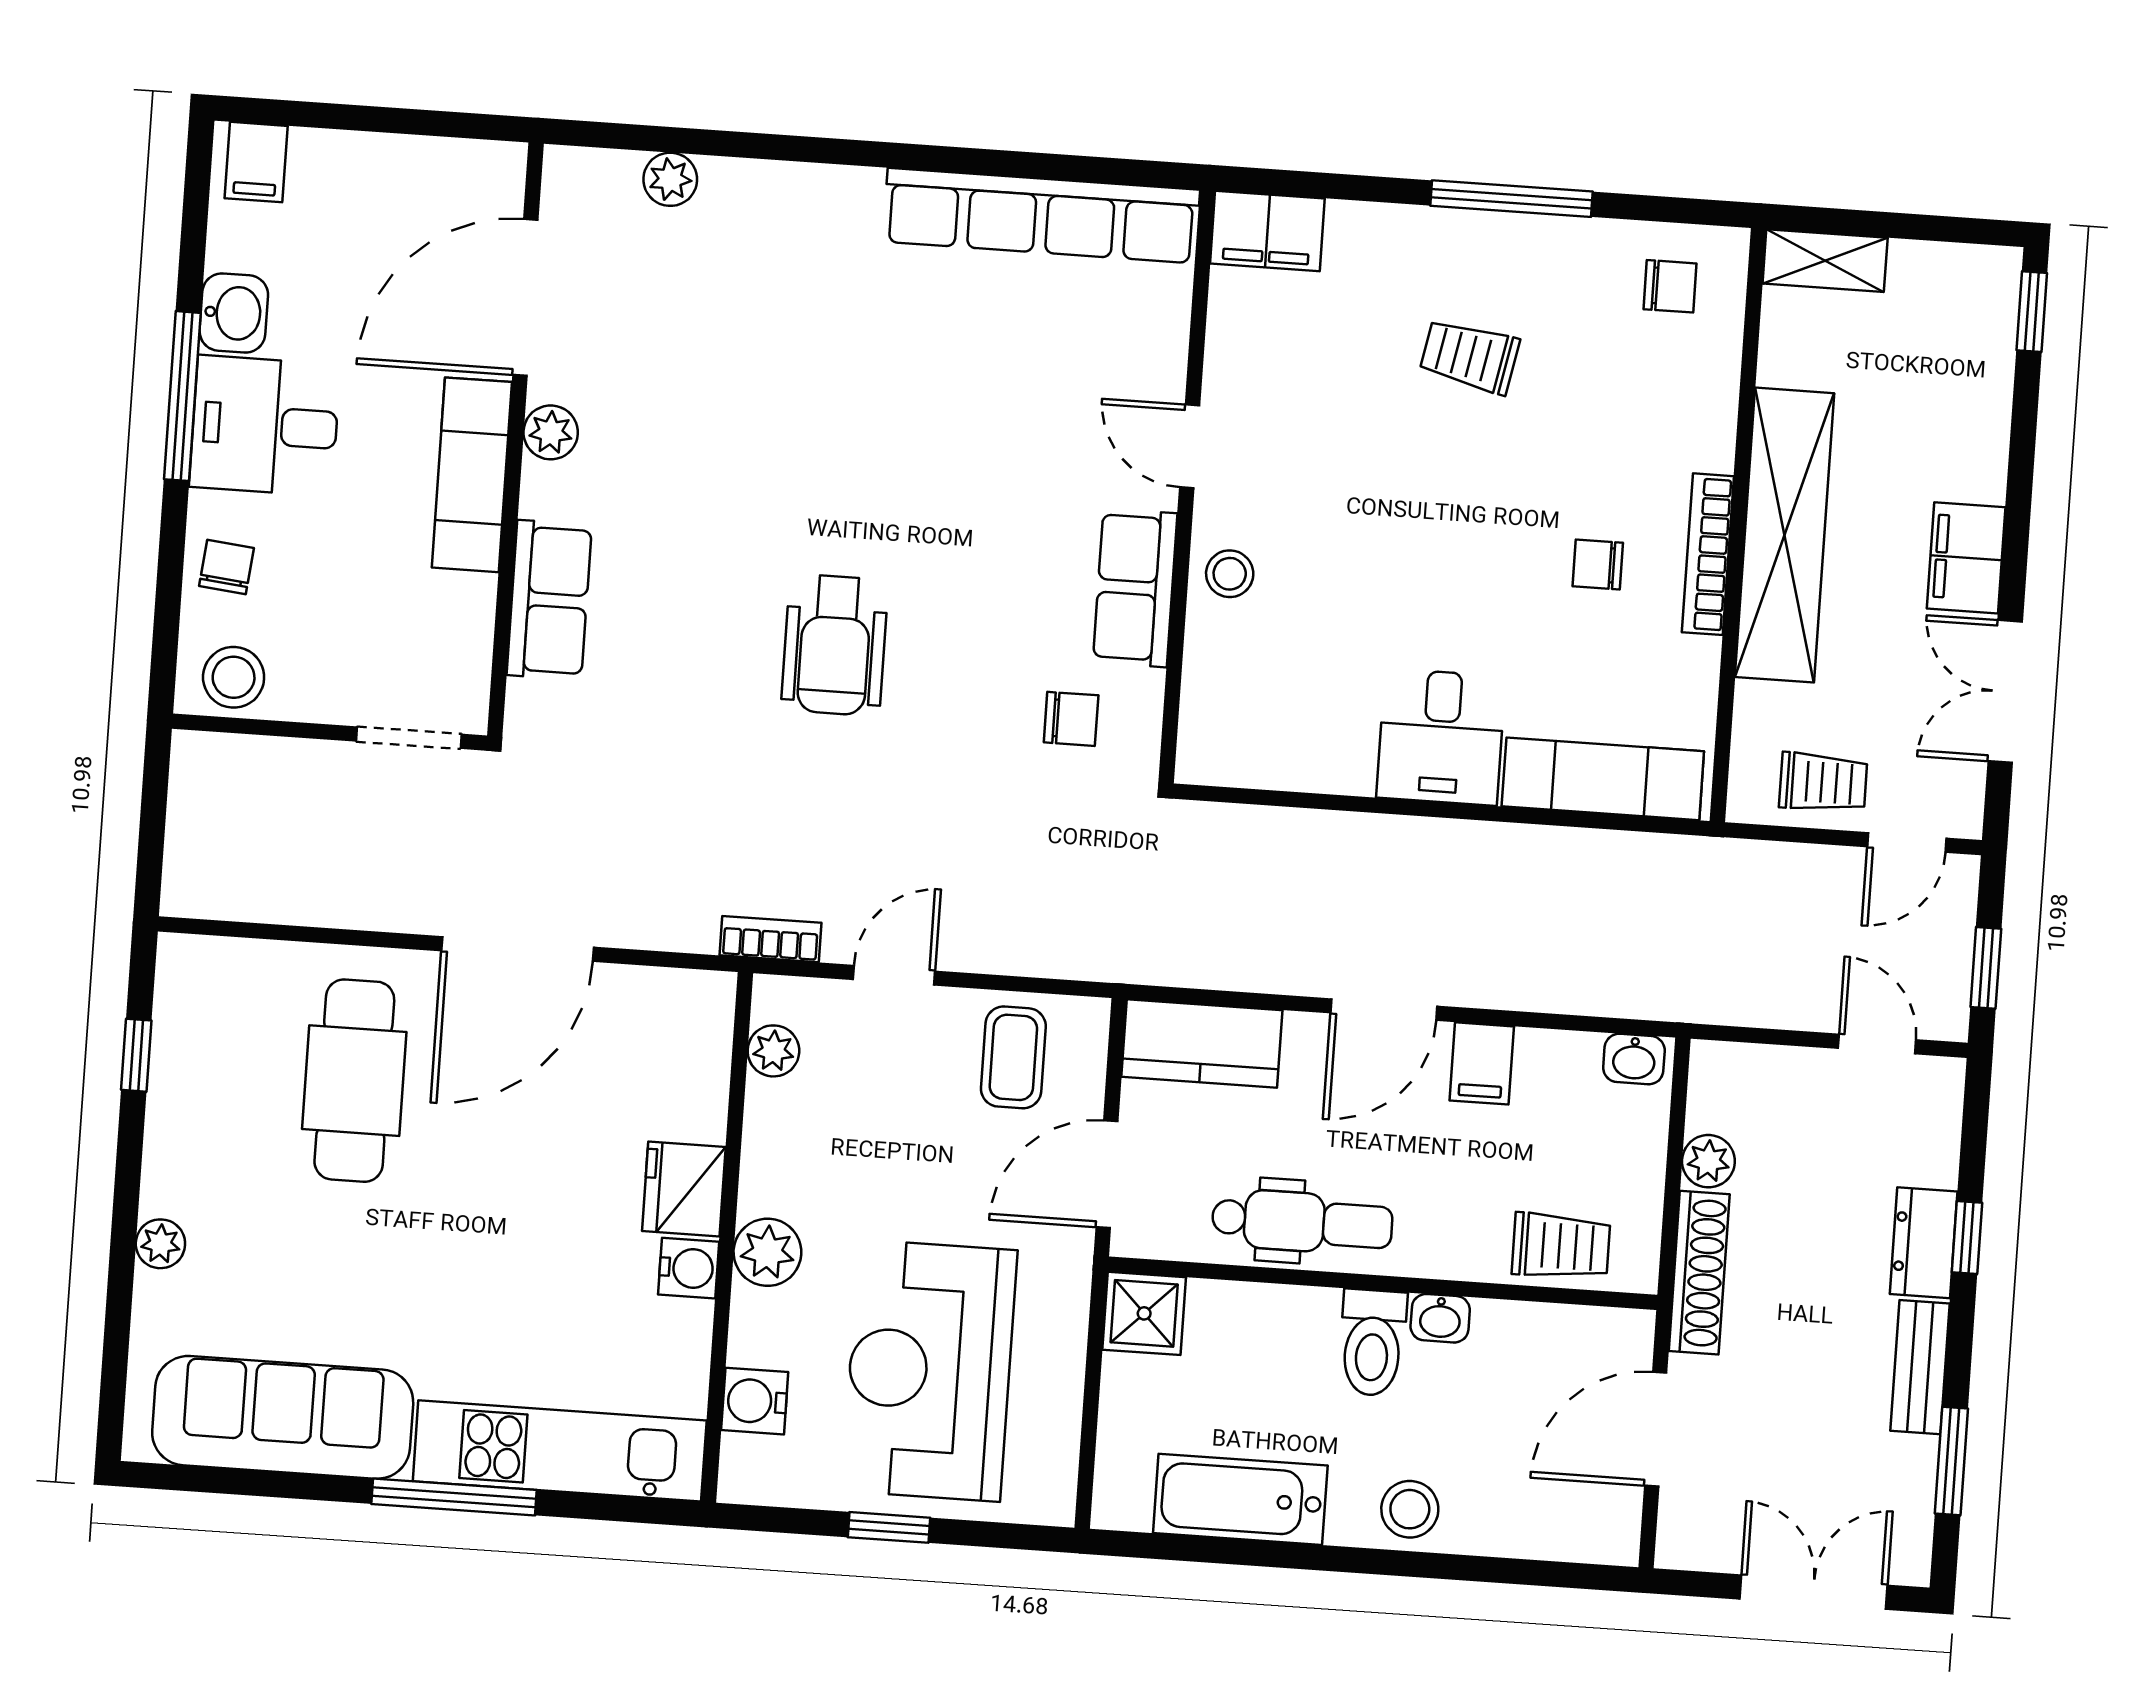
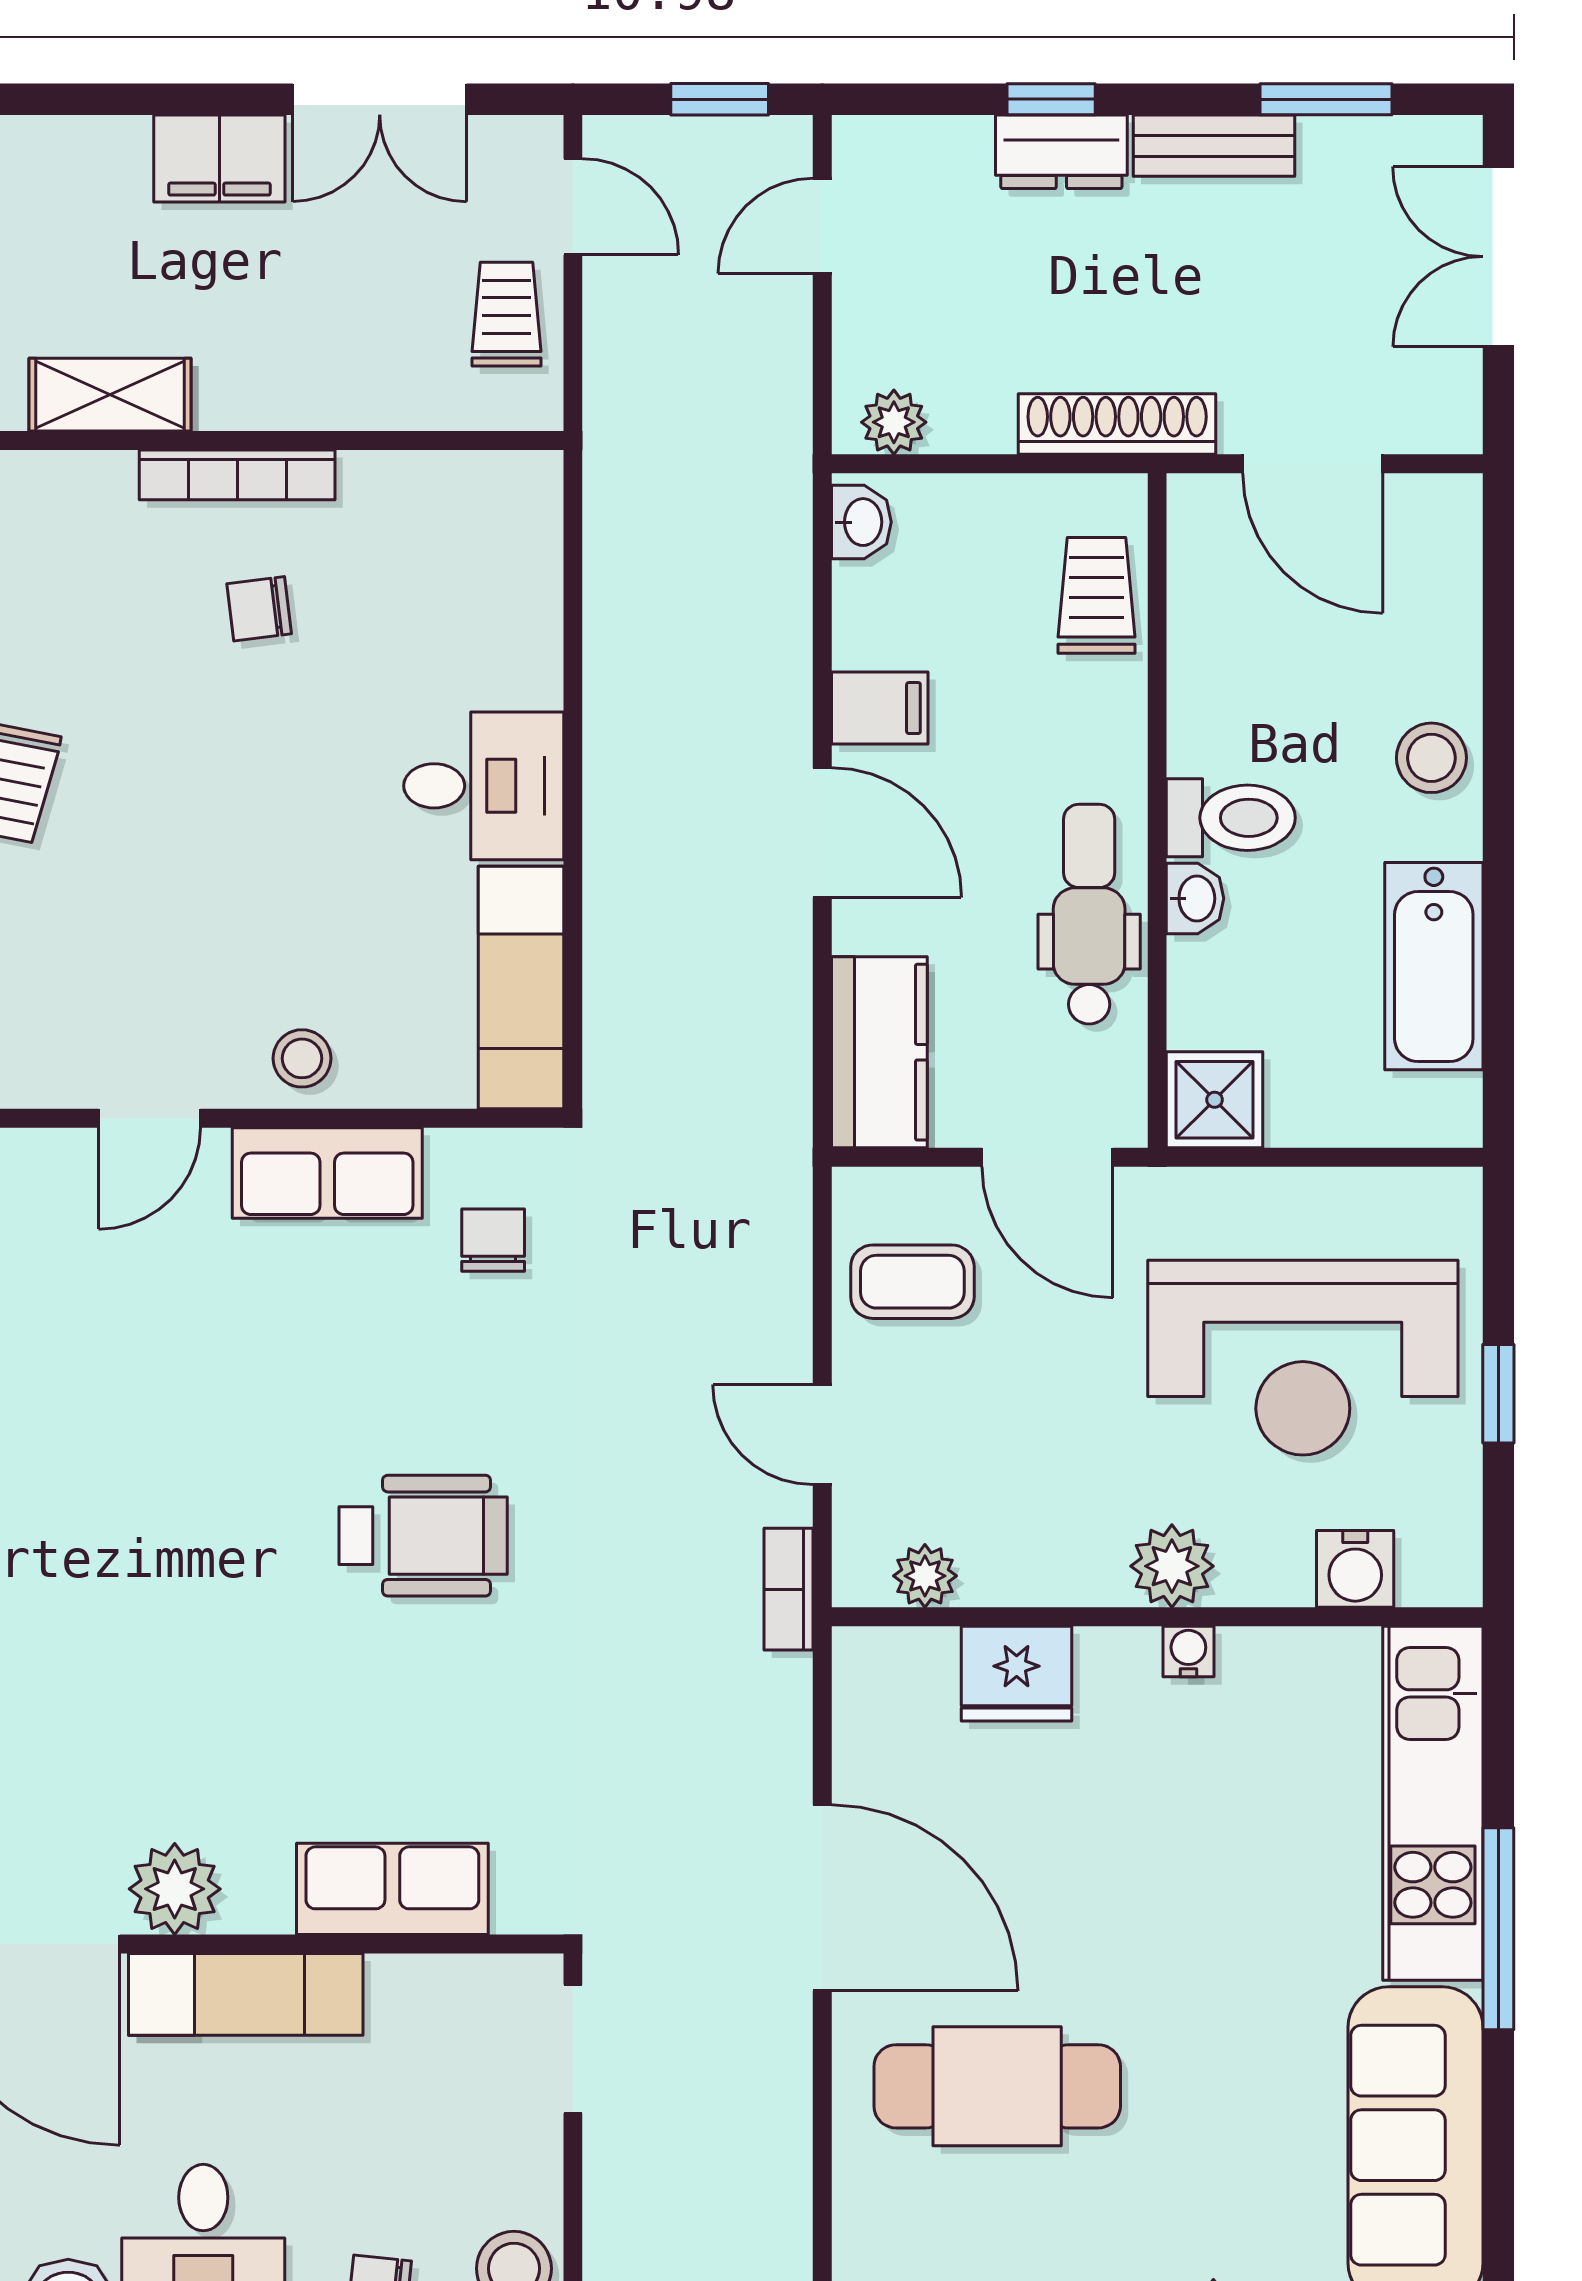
plant: (551, 432) -> (175, 1889), width x1.38, depth x1.38
shelving: (1785, 535) -> (110, 395), width x0.45, depth x0.75
chair: (1598, 564) -> (259, 609), turned 83
exam couch: (1603, 779) -> (521, 987), moved
plant: (1708, 1161) -> (894, 422), moved
fridge: (684, 1189) -> (1017, 1674), moved
water cooler: (689, 1268) -> (1188, 1651), width x0.72, depth x0.72
washbasin: (1440, 1318) -> (1195, 898), moved

